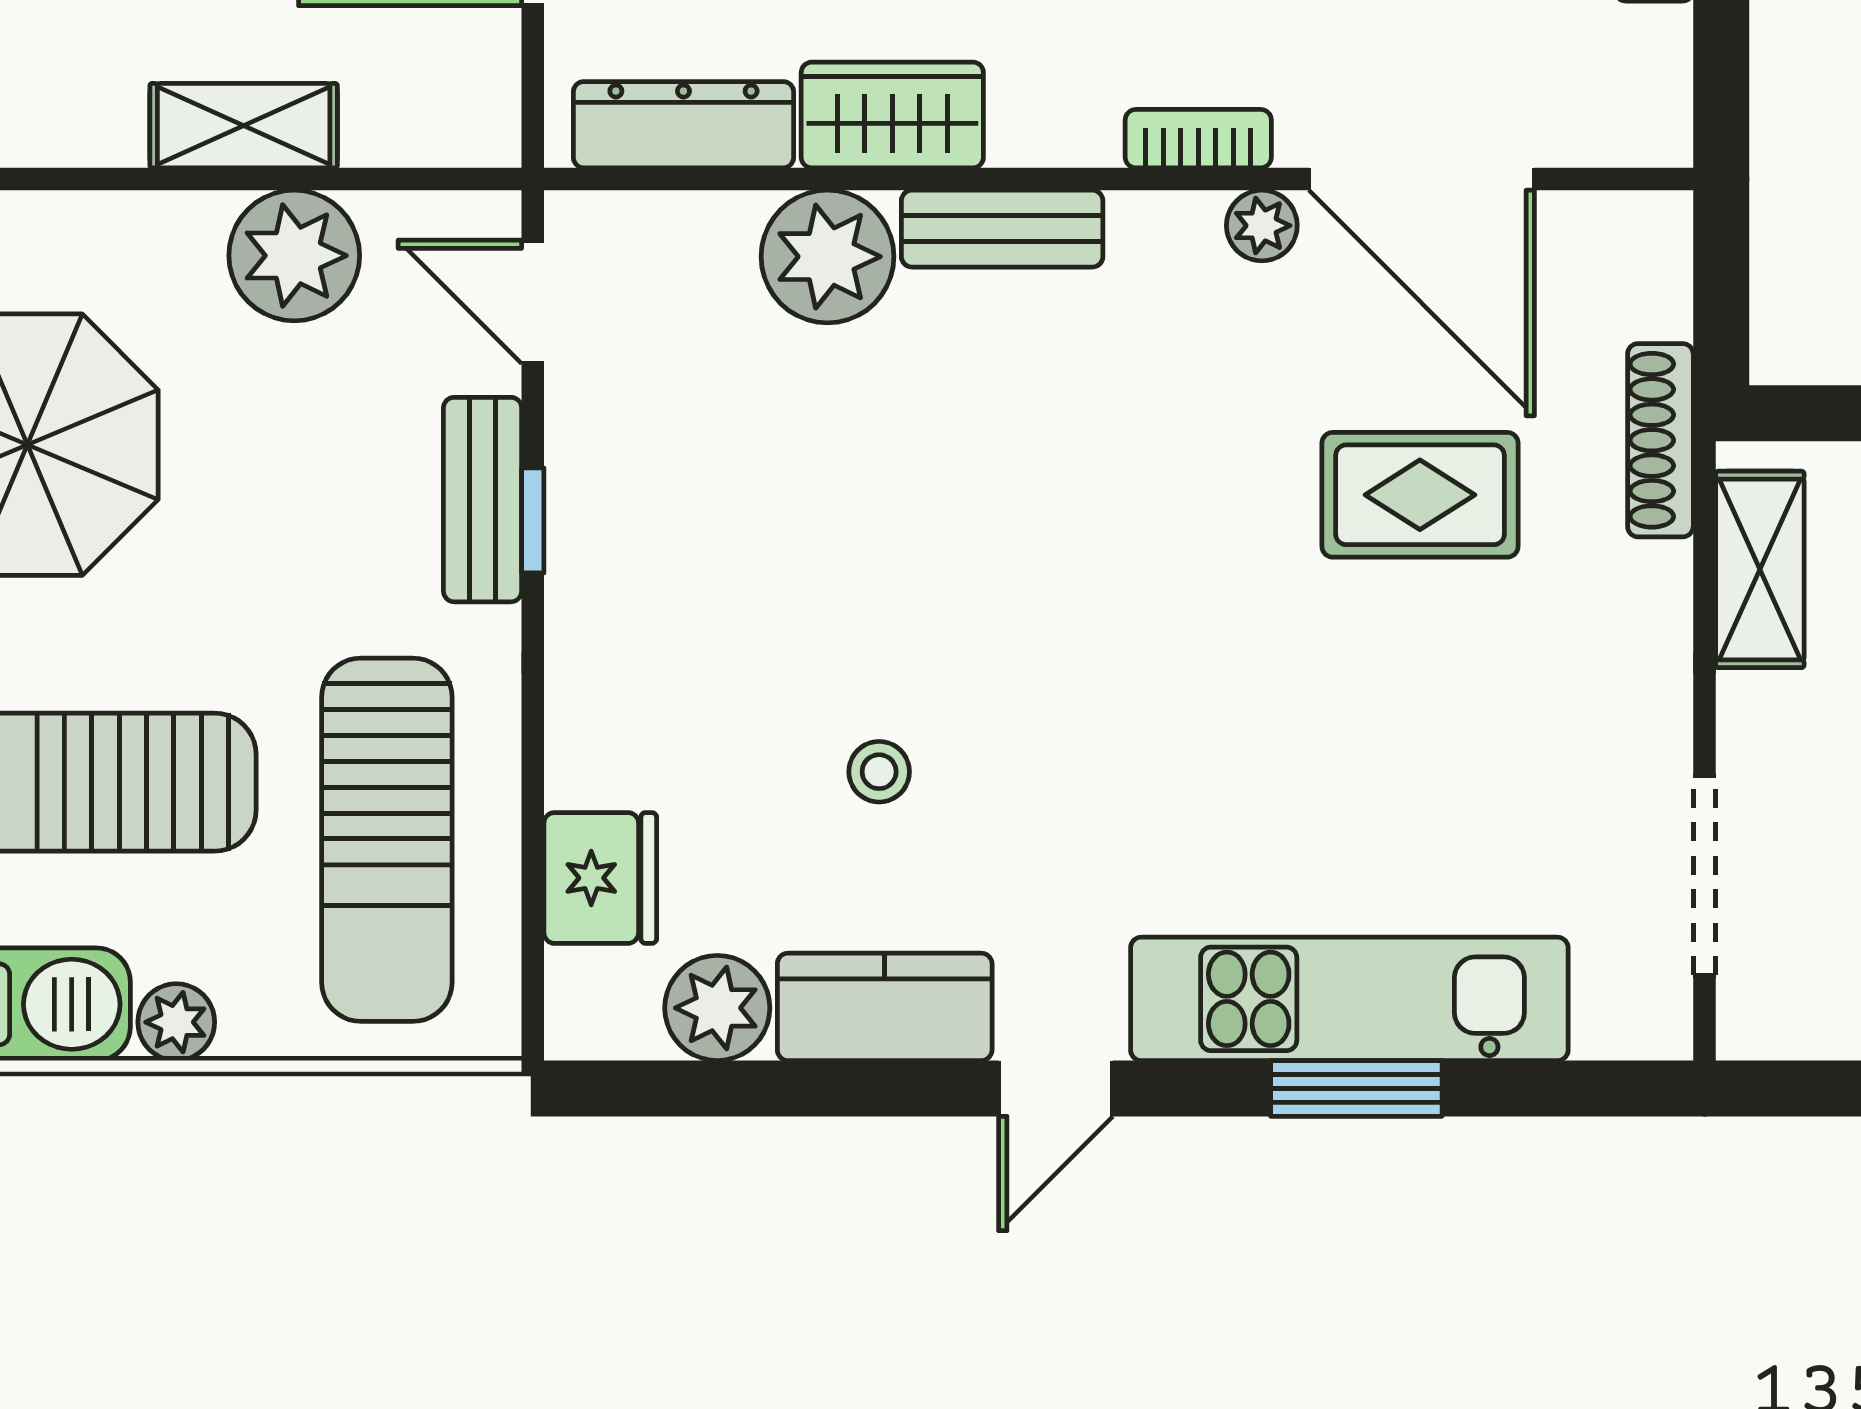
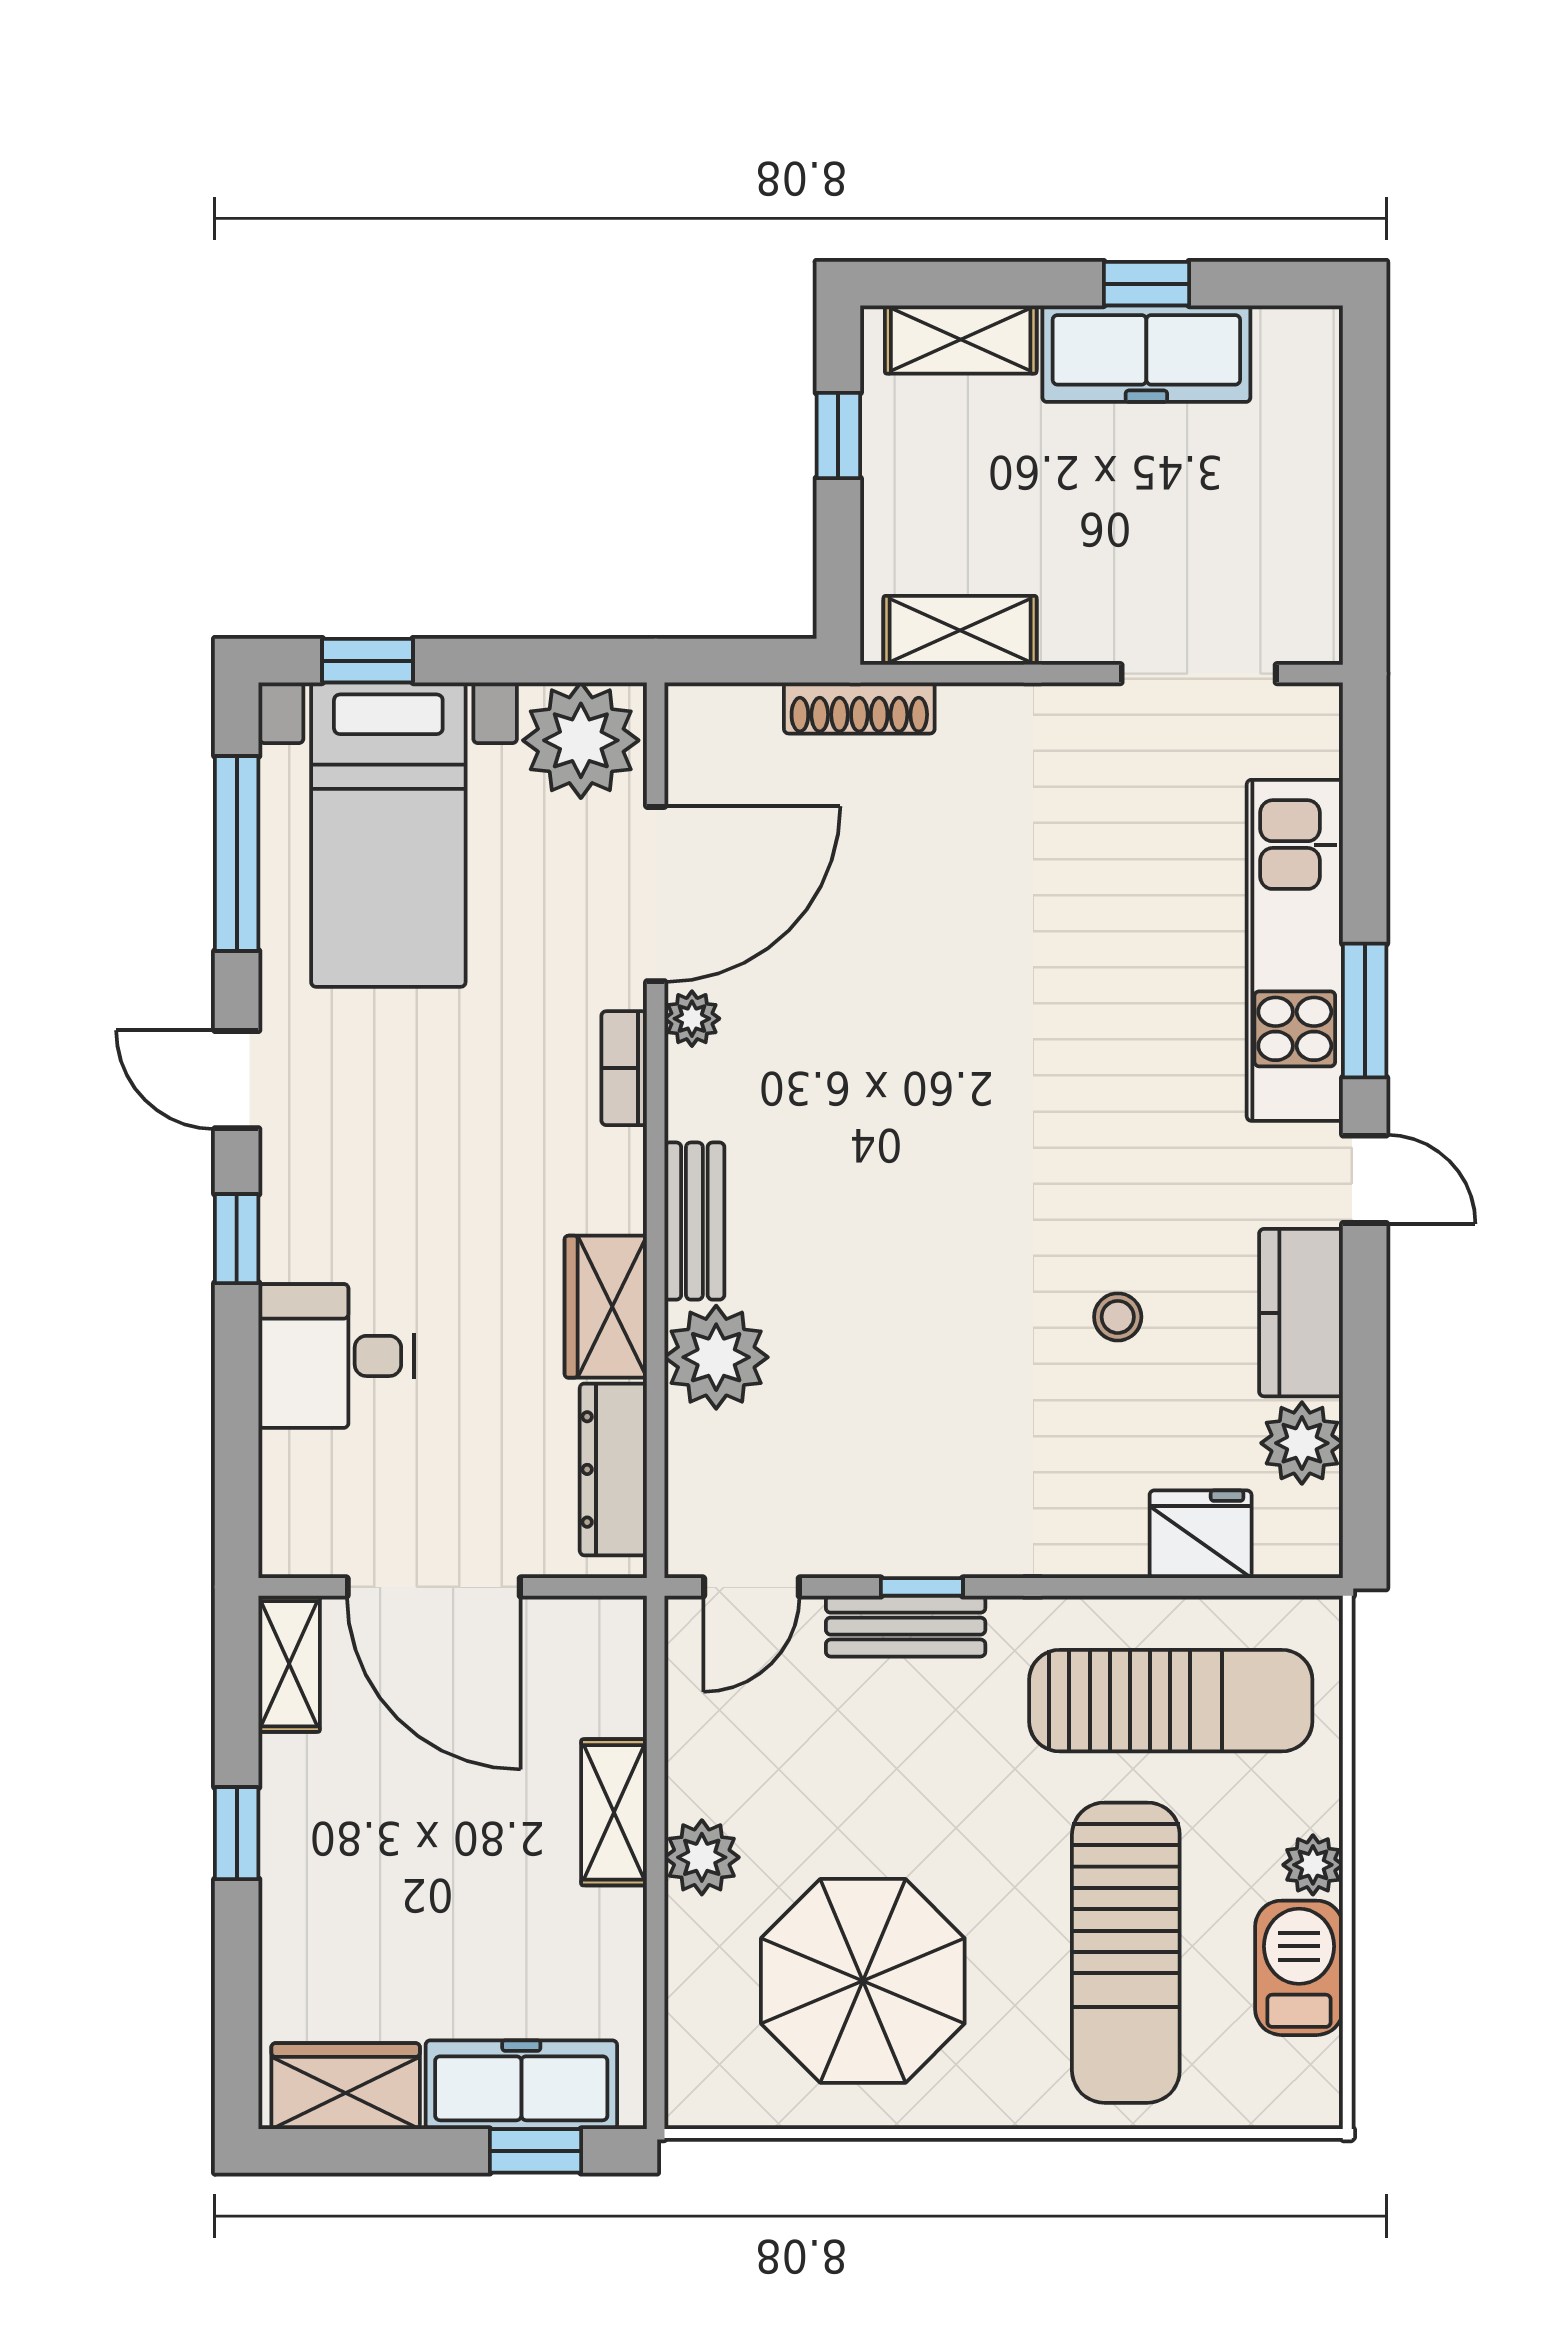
plant: (1619, 83) -> (581, 740), added
plant: (294, 256) -> (702, 1857), moved, width x0.73, depth x0.73
rug: (1420, 495) -> (902, 895), removed
window: (1356, 1088) -> (1365, 1011), moved

